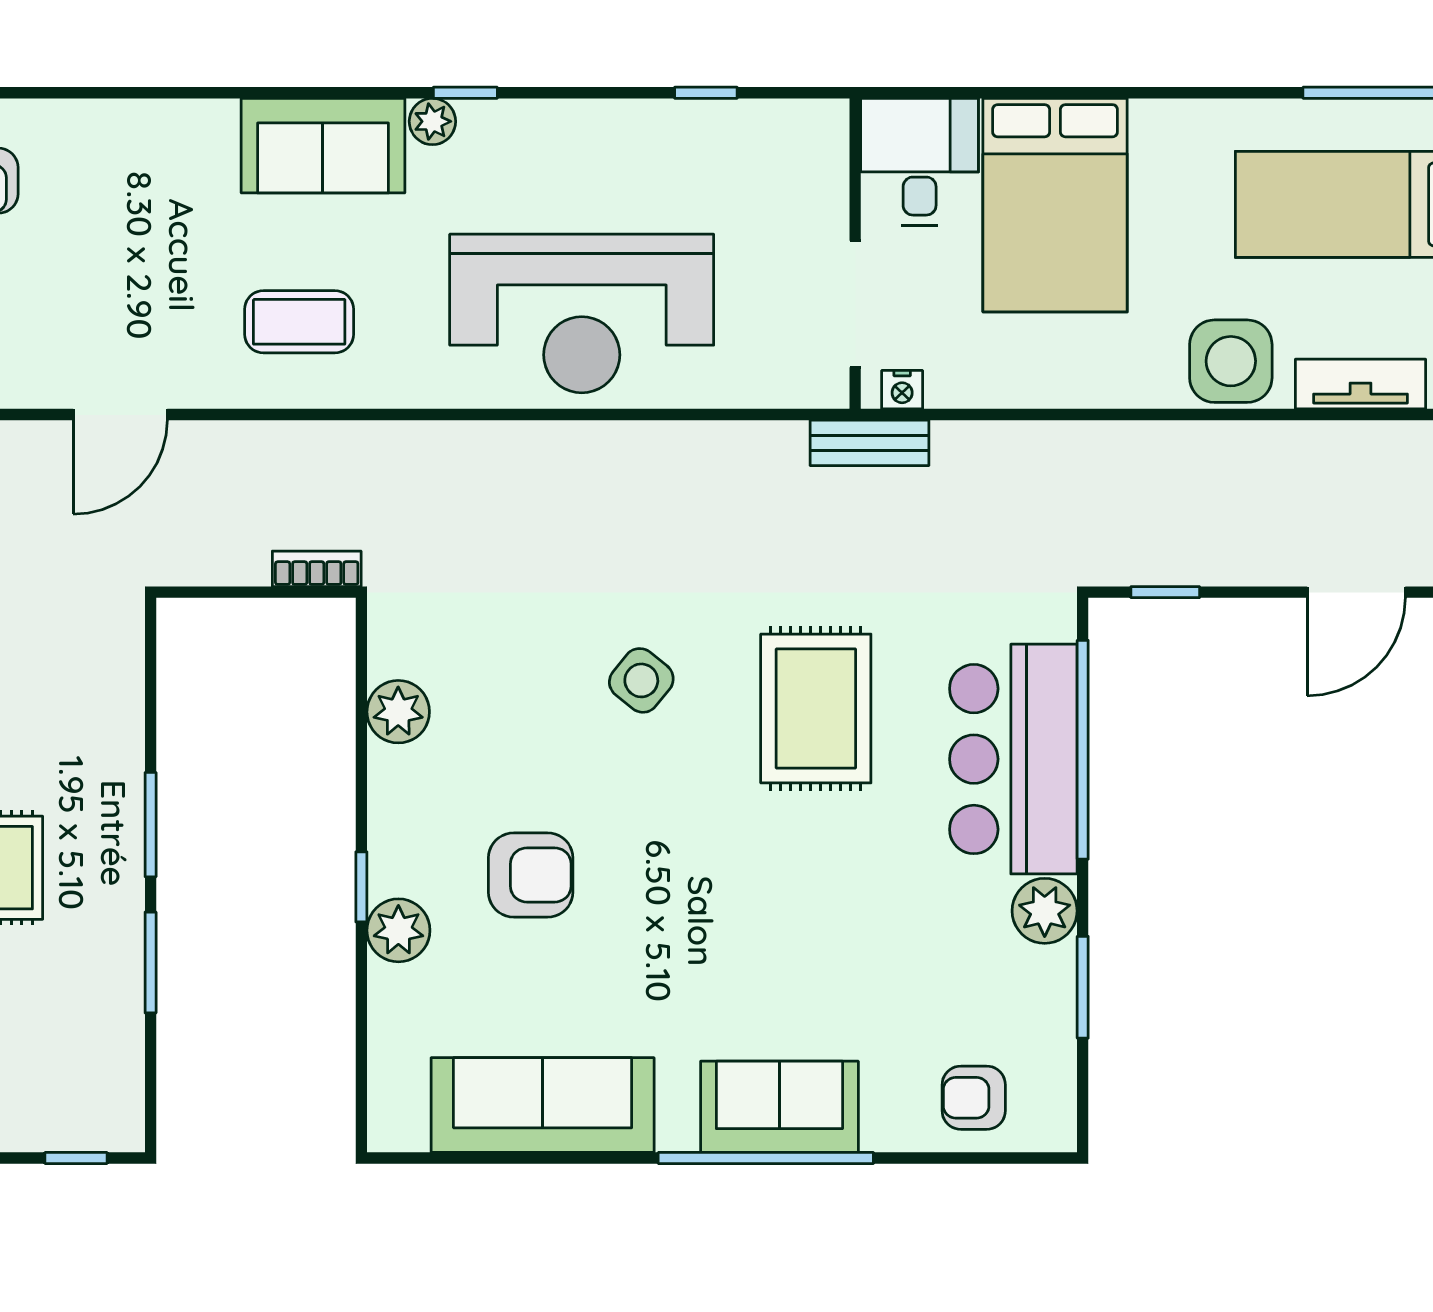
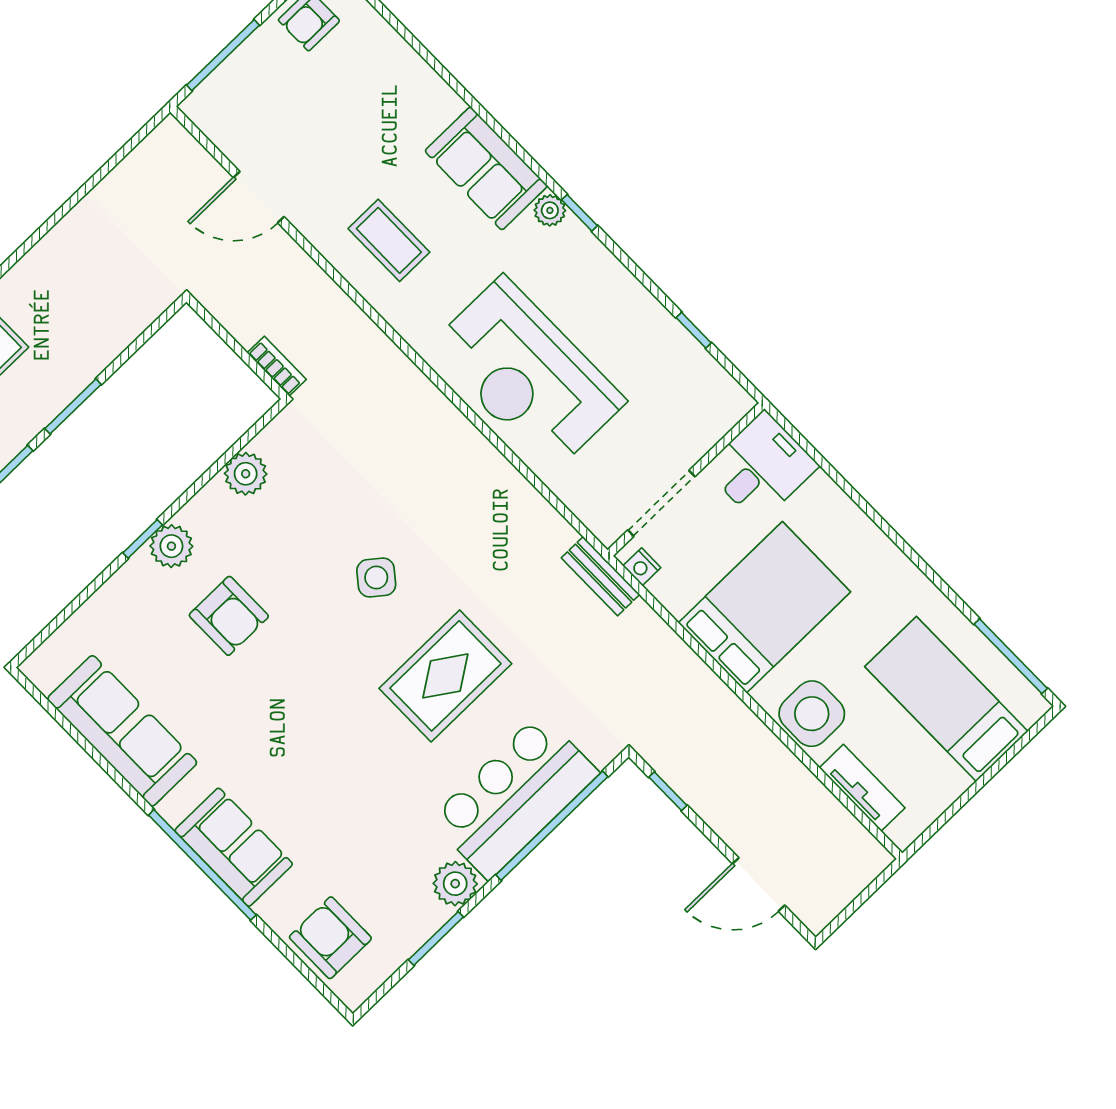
bed: (1055, 205) -> (764, 607), moved, turned 180
plant: (398, 930) -> (171, 546), moved
armchair: (974, 1098) -> (330, 938), width x1.38, depth x1.38

